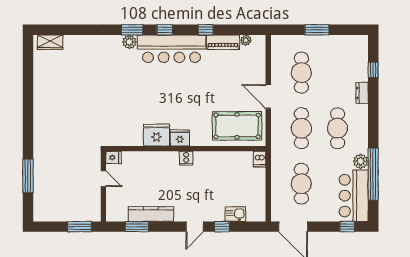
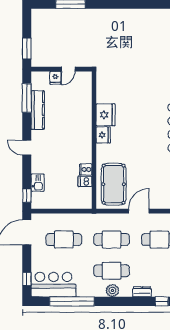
fridge: (113, 158) -> (55, 78), moved
cooker: (186, 158) -> (86, 169), moved
dishwasher: (260, 159) -> (85, 181), moved
plant: (361, 161) -> (112, 291), moved
window: (137, 227) -> (27, 98), width x1.44
window: (222, 227) -> (27, 196), moved

